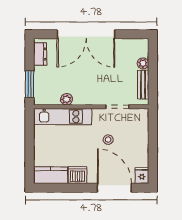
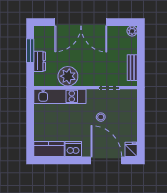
dresser: (40, 54) -> (40, 61), moved
plant: (143, 63) -> (132, 31), moved
window: (30, 84) -> (30, 51), moved
plant: (67, 99) -> (68, 76), width x1.87, depth x1.87

